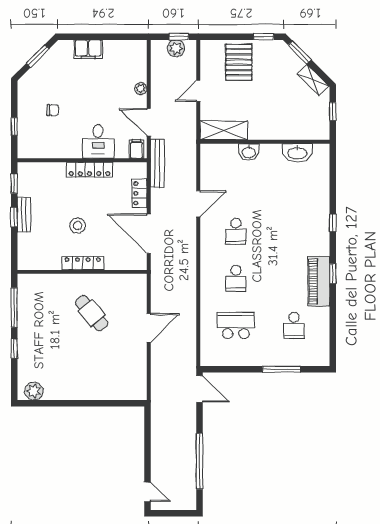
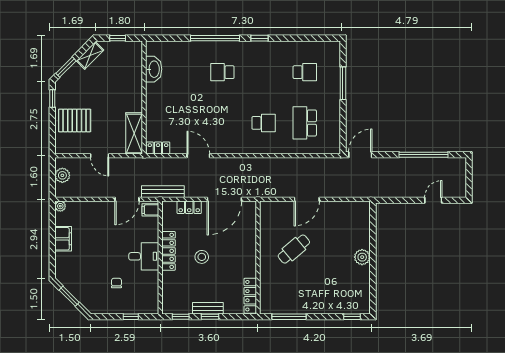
window: (179, 37) -> (52, 173), removed
filing cabinet: (88, 49) -> (63, 239), moved
plant: (141, 89) -> (60, 206), moved
desk: (98, 141) -> (144, 256), moved
washbasin: (249, 152) -> (153, 112), removed
locker: (207, 158) -> (158, 148), added
window: (333, 223) -> (215, 38), width x3.17
stool: (78, 226) -> (202, 257), moved
school desk: (236, 231) -> (222, 72), moved, turned 180
locker: (83, 263) -> (250, 296), moved
piano: (319, 281) -> (266, 50), removed
door: (149, 328) -> (307, 199), swing flipped
window: (14, 349) -> (352, 317), moved
plant: (34, 391) -> (362, 257), moved
door: (147, 492) -> (433, 200), moved

